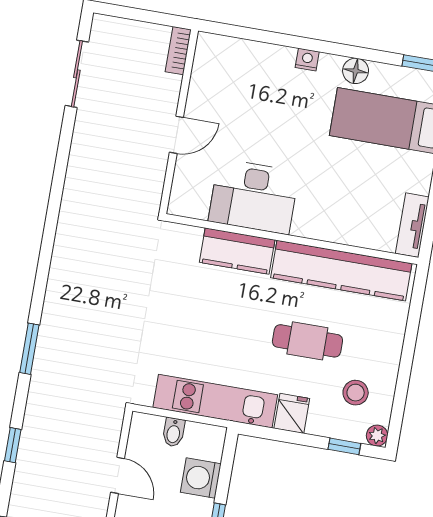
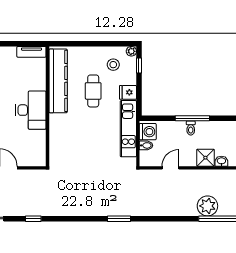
desk: (254, 197) -> (31, 110), moved
kitchen counter: (237, 251) -> (57, 131), removed
window: (13, 445) -> (33, 219), moved
washing machine: (201, 478) -> (148, 132), moved, turned -90

